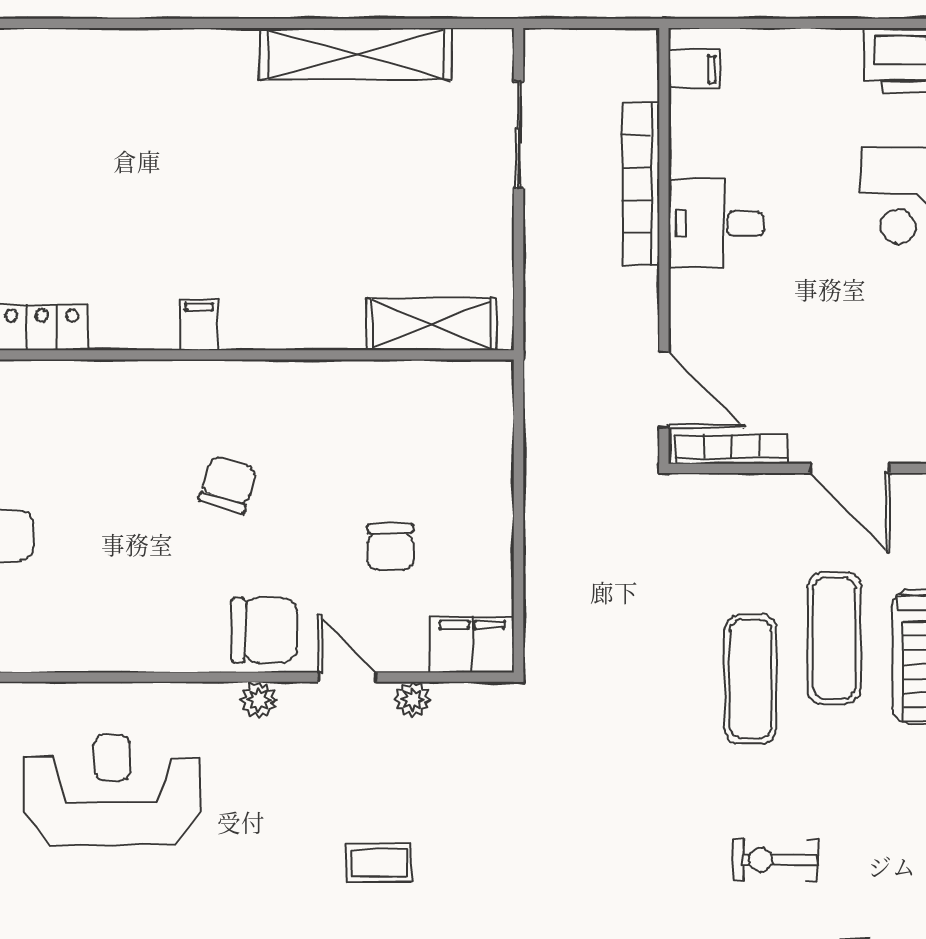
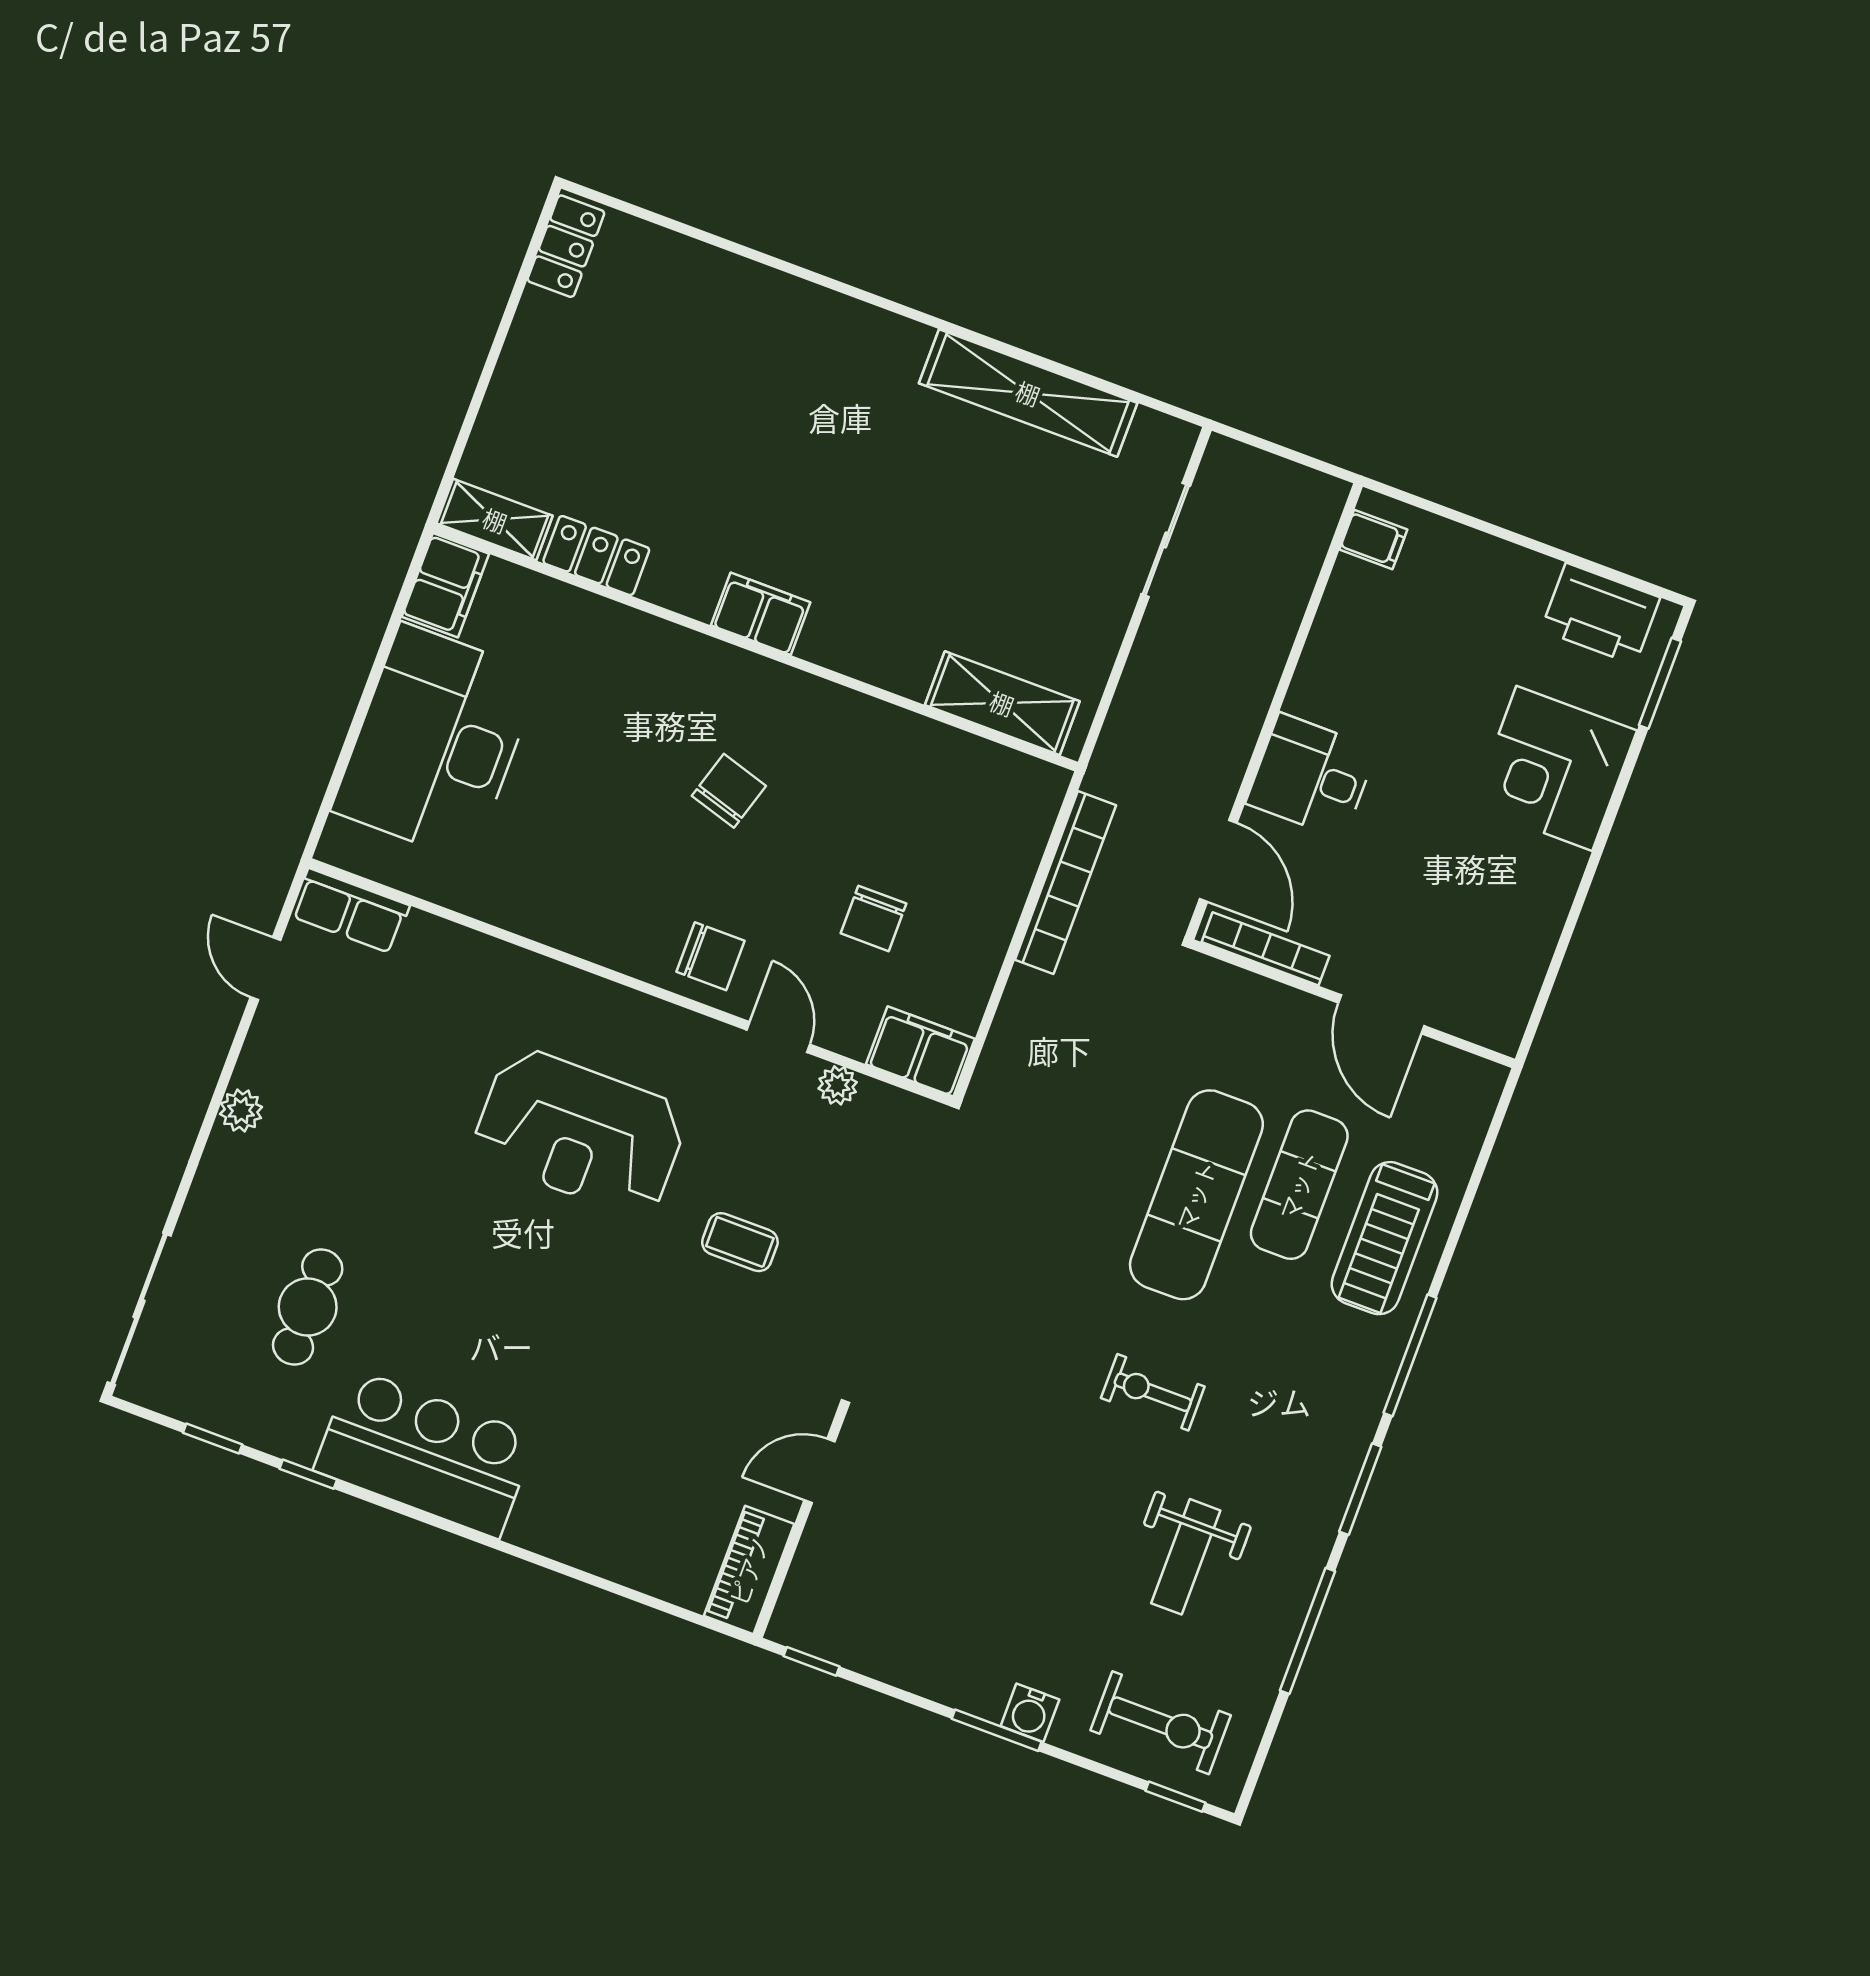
bookcase: (641, 184) -> (1066, 882), moved, turned 180
desk: (716, 224) -> (1311, 776), moved
filing cabinet: (199, 325) -> (761, 614), width x2.00
chair: (264, 630) -> (711, 956), width x0.73, depth x0.73
exercise mat: (750, 679) -> (1196, 1195), width x1.36, depth x1.45
plant: (259, 700) -> (678, 1026), removed
reception desk: (112, 790) -> (580, 1132), moved, turned 180

